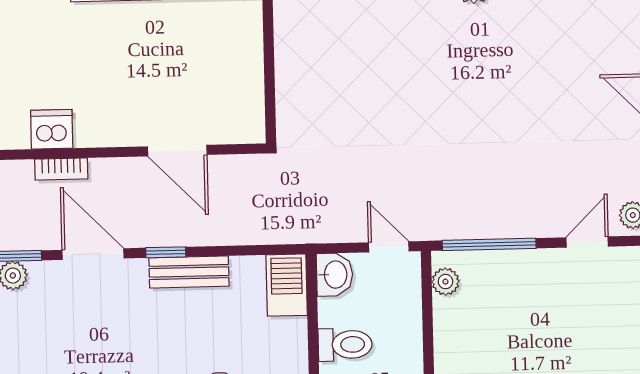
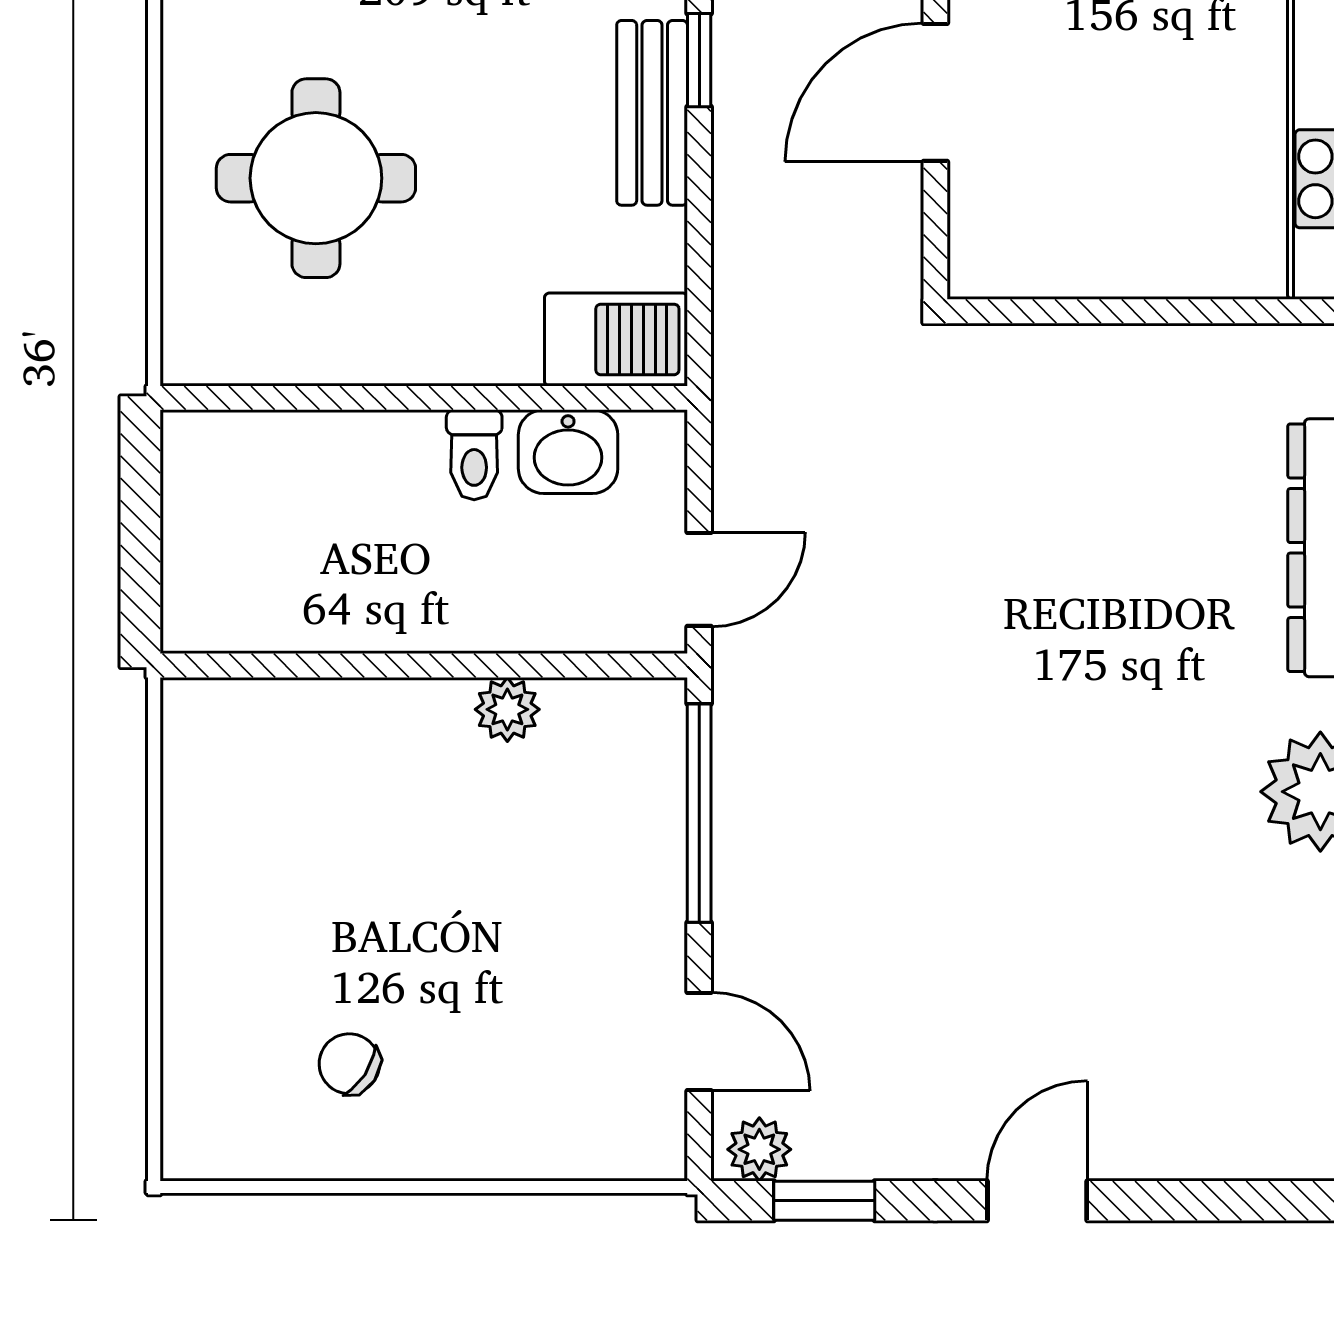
washbasin: (335, 275) -> (568, 452), moved
plant: (445, 282) -> (507, 709), moved
toilet: (345, 345) -> (474, 455), width x0.73, depth x0.72

